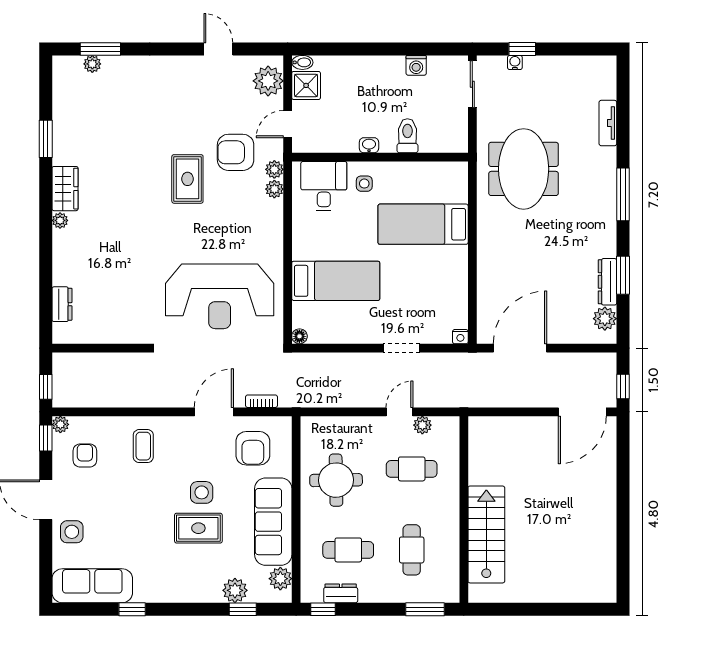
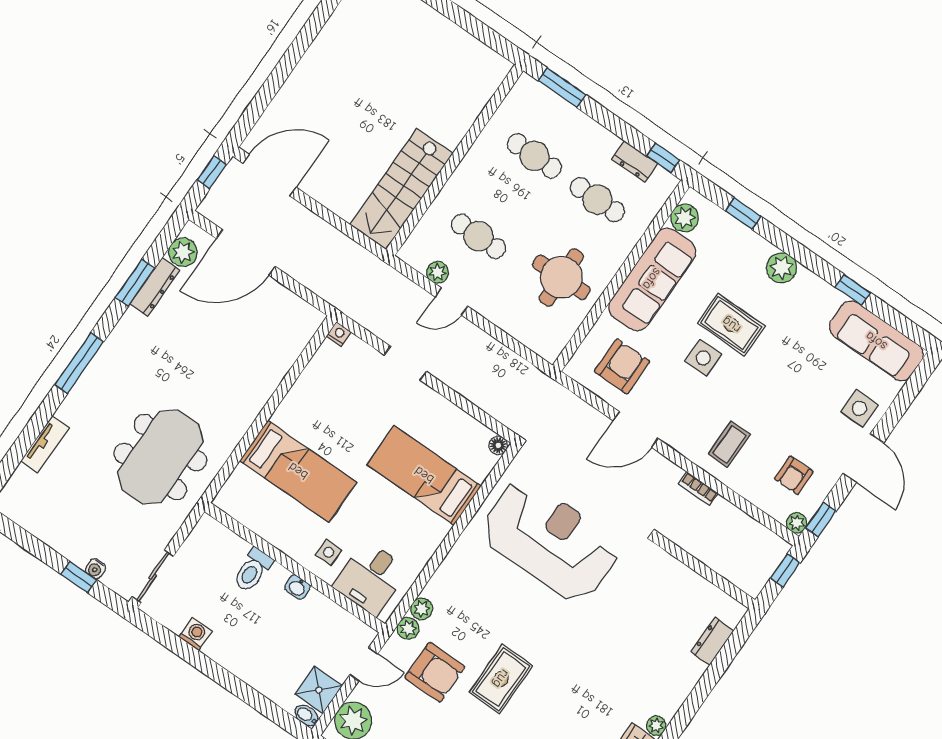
door: (520, 348) -> (246, 252), moved
bookcase: (262, 401) -> (698, 489), moved
stairs: (486, 534) -> (401, 189), moved
cafe table: (412, 550) -> (534, 156), turned 90
plant: (235, 590) -> (781, 268), moved

